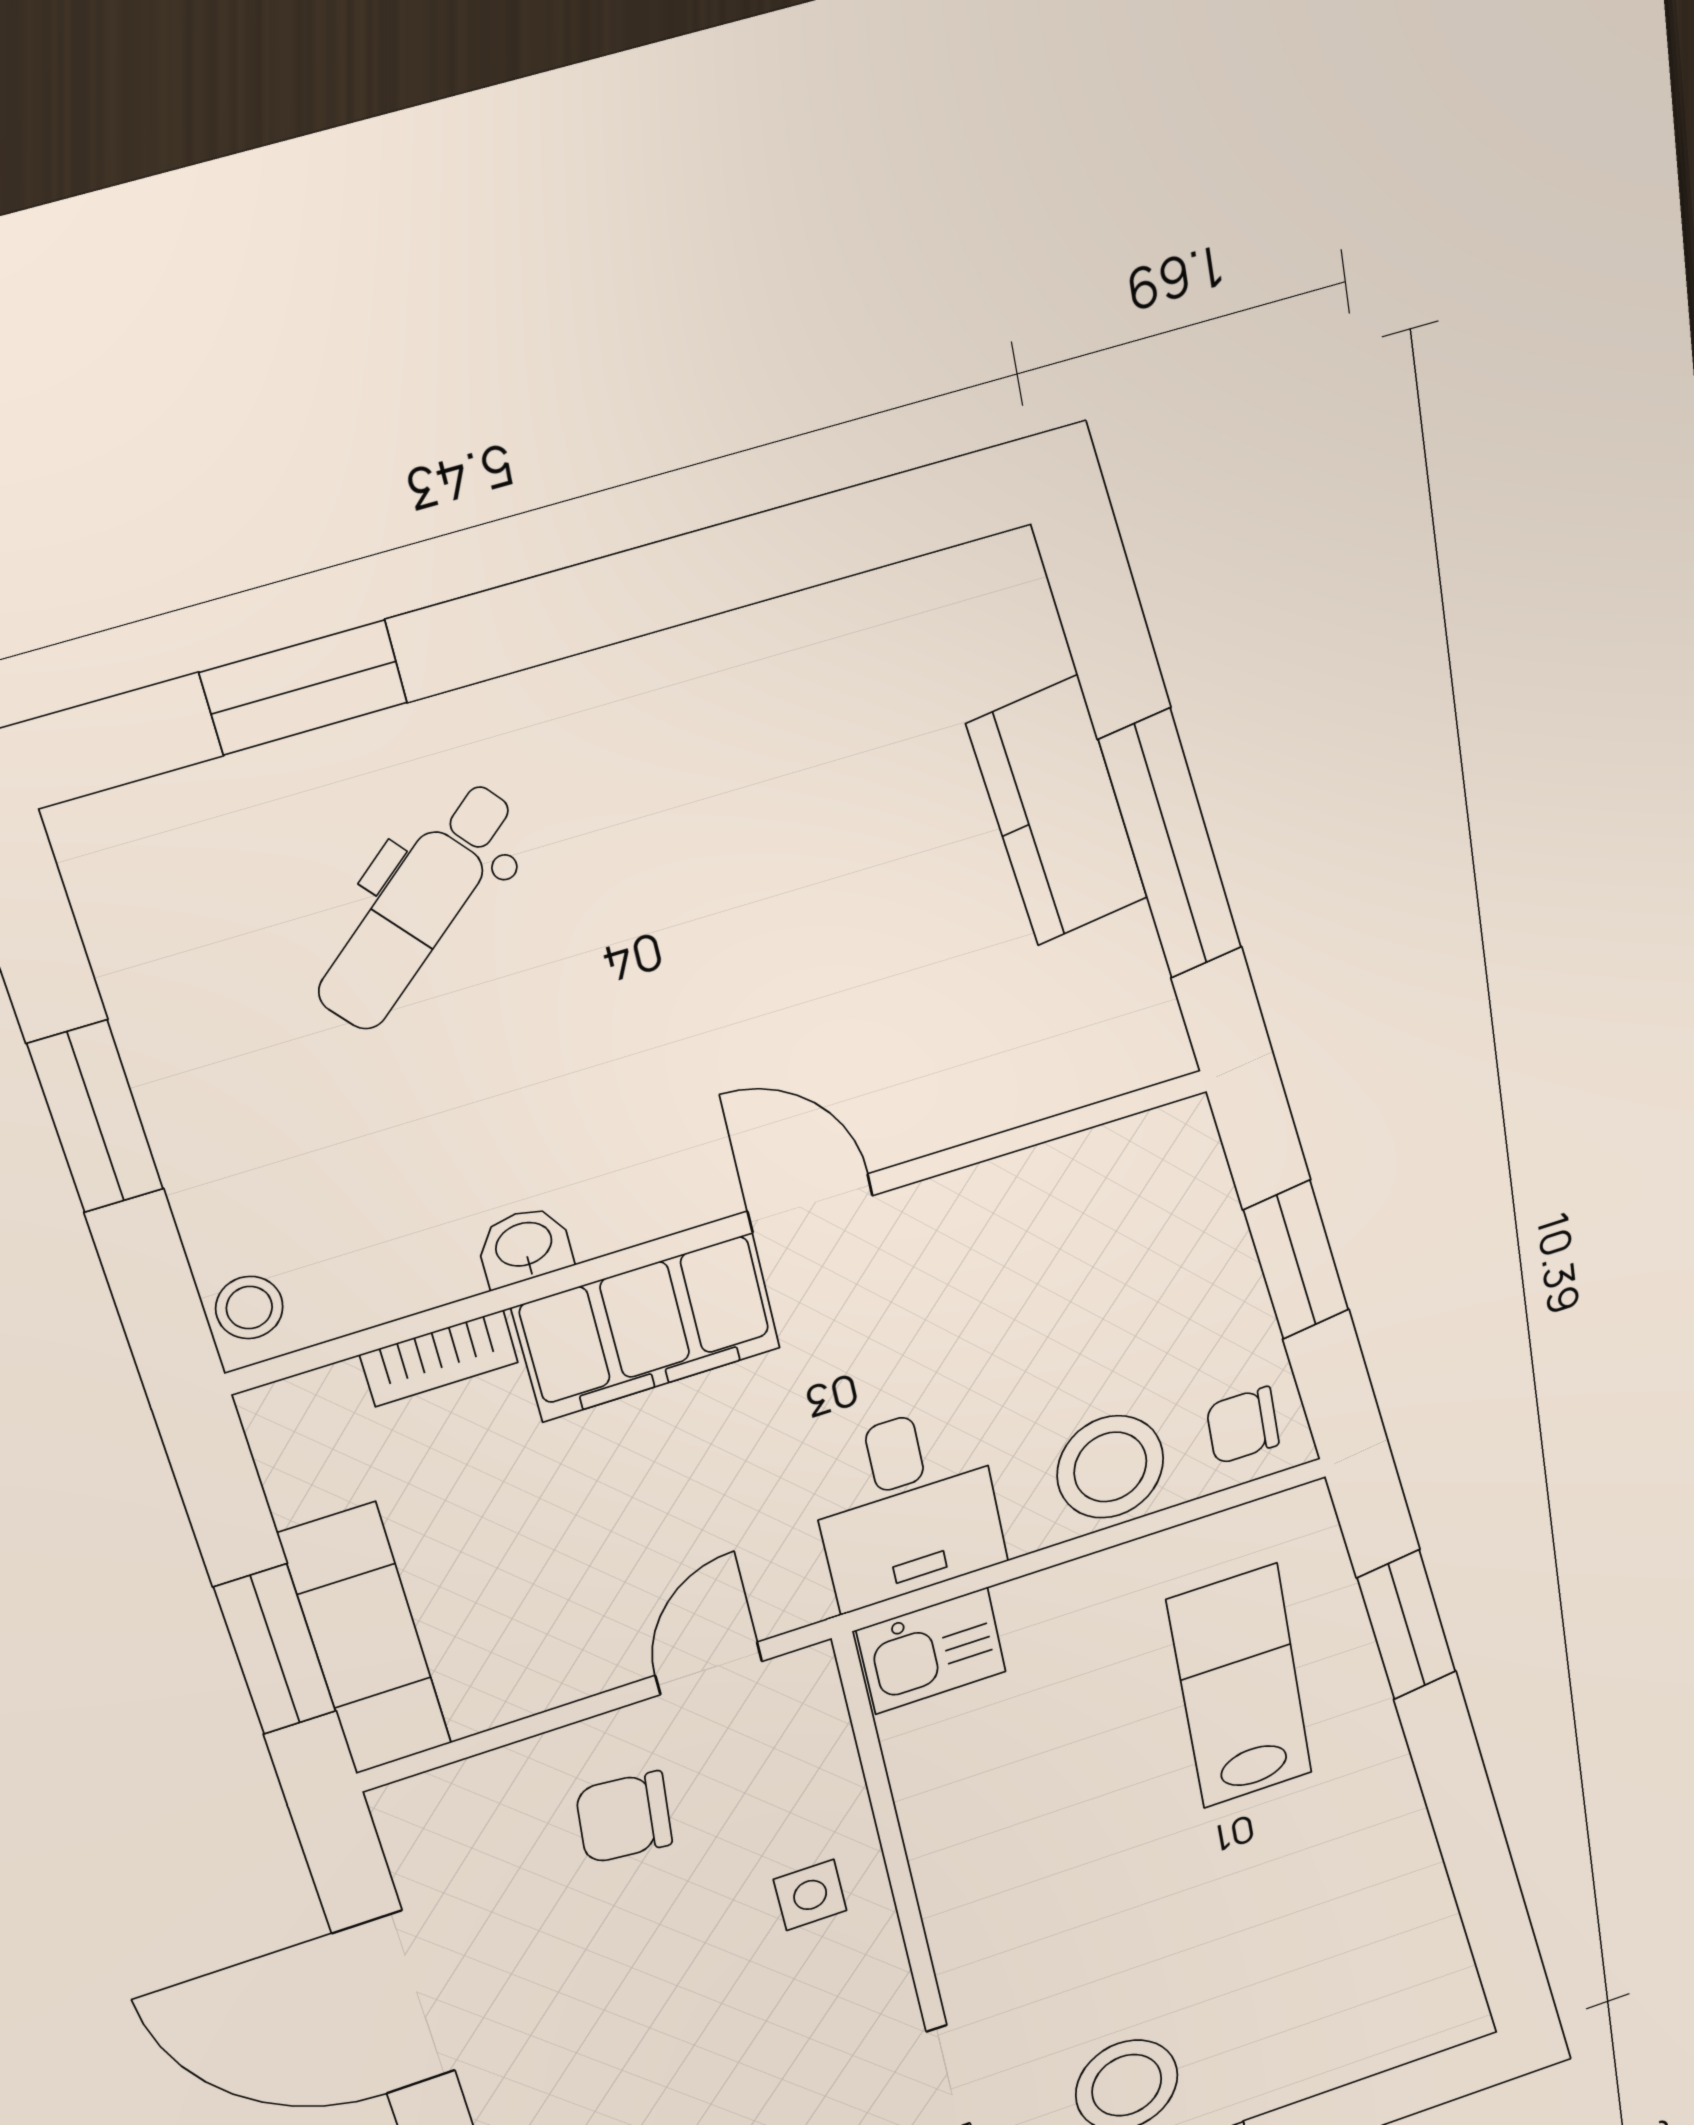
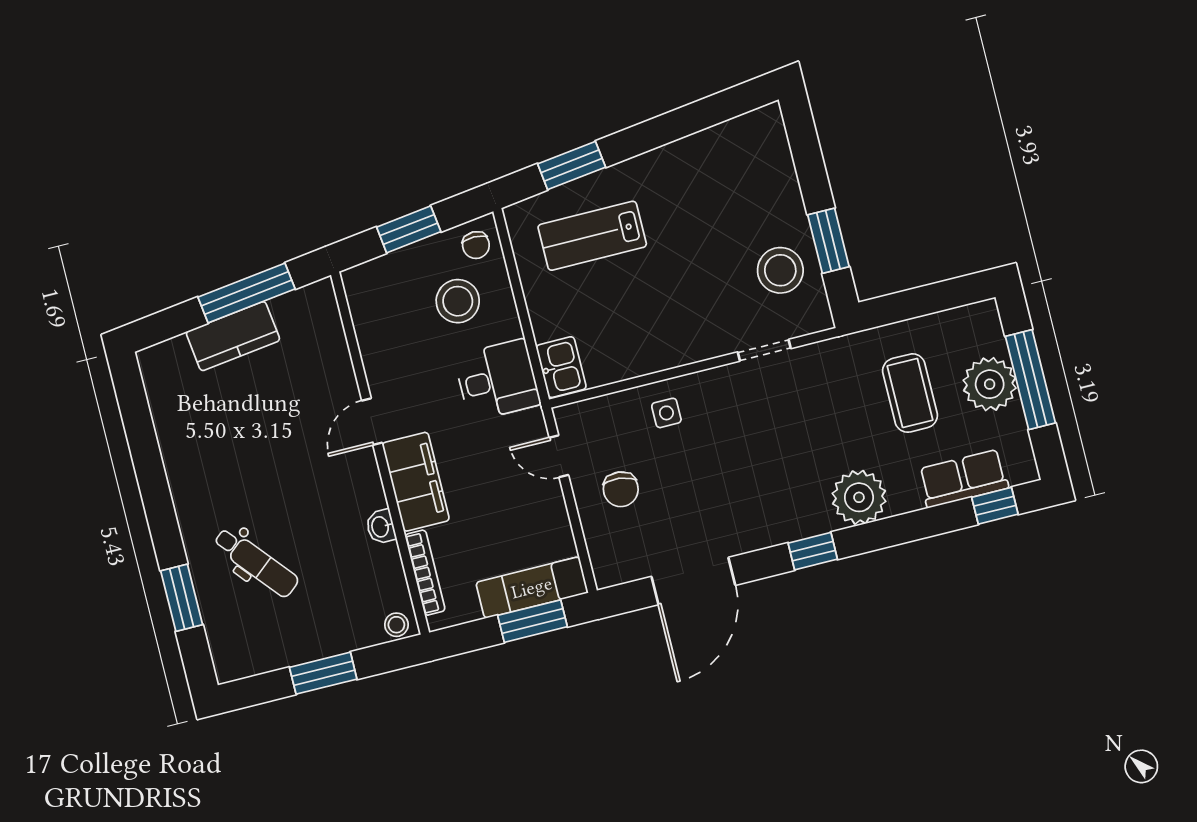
bookcase: (439, 1358) -> (425, 573), width x1.56
stool: (1110, 1467) -> (458, 301), moved

